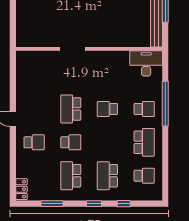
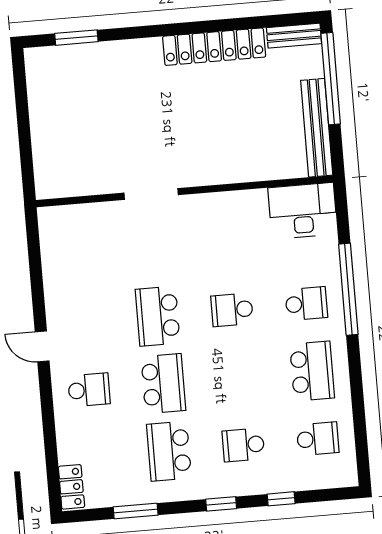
school desk: (71, 142) -> (163, 384), width x1.85
school desk: (107, 176) -> (243, 445), width x0.54

